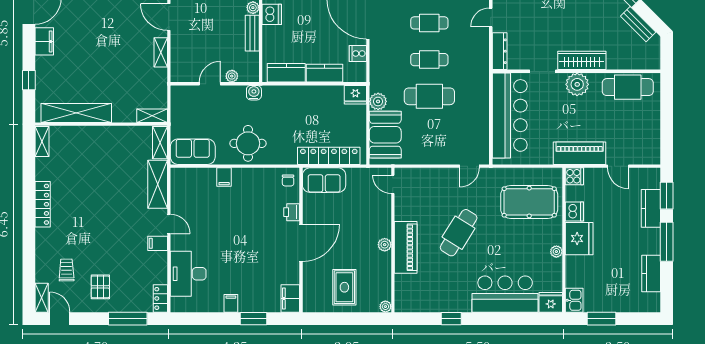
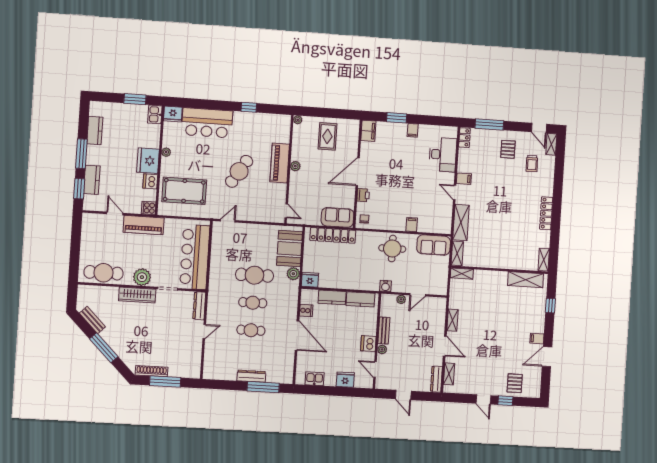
filing cabinet: (44, 41) -> (537, 339), width x0.50
shelving: (76, 113) -> (526, 280), width x0.68

